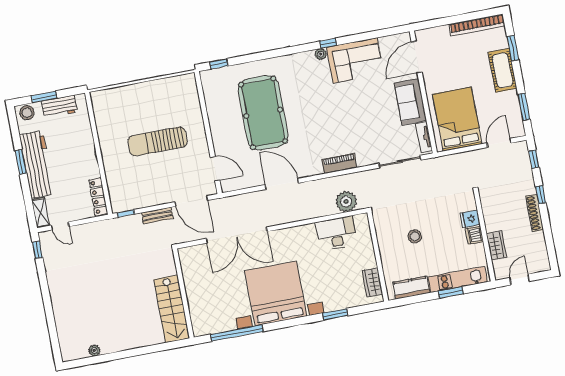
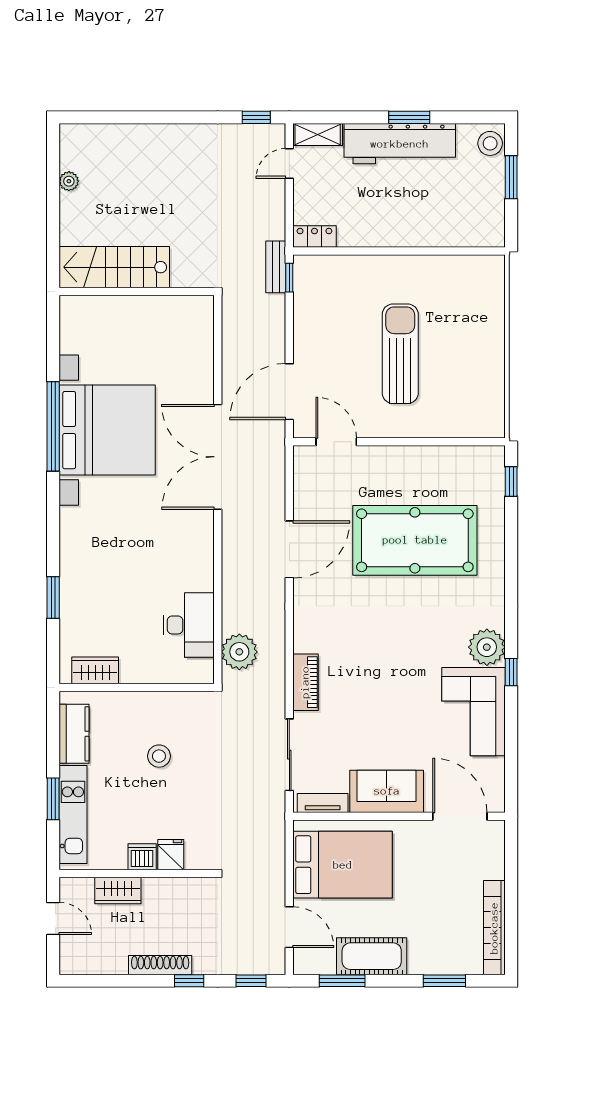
plant: (321, 54) -> (487, 647), width x1.88, depth x1.88
cot: (502, 70) -> (372, 956), moved
workbench: (59, 106) -> (490, 200), removed
piano: (339, 163) -> (305, 682), moved
door: (215, 169) -> (336, 442), swing flipped
locker: (98, 197) -> (314, 236), width x0.66
bench: (157, 216) -> (276, 267), moved
wall: (183, 293) -> (137, 292), moved
bed with nightstands: (276, 293) -> (107, 430), moved
stairs: (172, 309) -> (114, 267), moved

